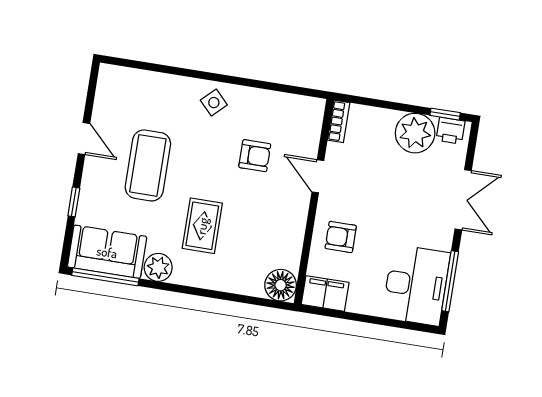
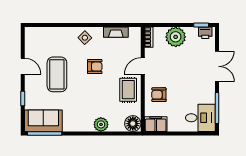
fireplace: (276, 101) -> (116, 32), added
plant: (415, 133) -> (176, 37), moved
armchair: (255, 156) -> (95, 67), moved
door: (318, 176) -> (143, 66), hinge flipped
rug: (202, 226) -> (128, 90), moved
plant: (158, 267) -> (101, 124), moved
desk: (416, 285) -> (200, 118), width x0.73

